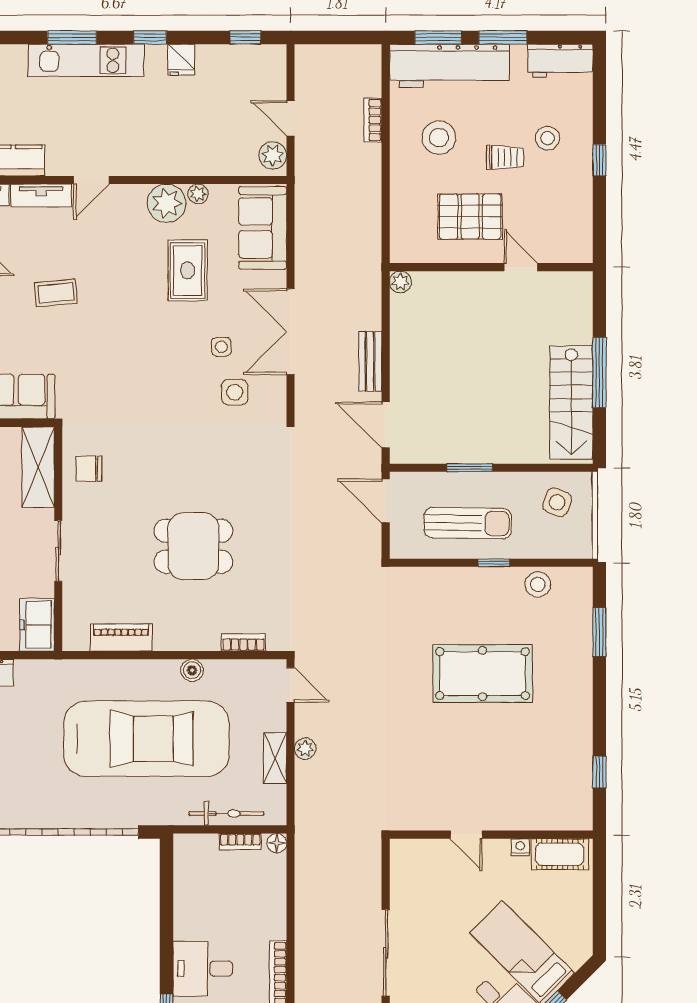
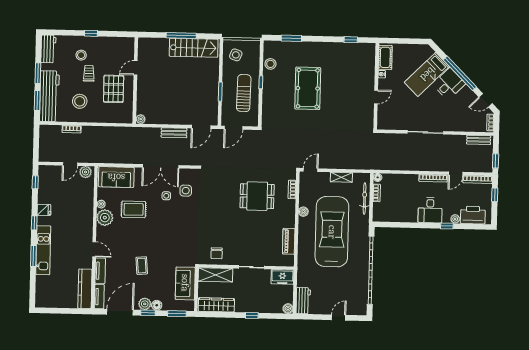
dining table: (193, 546) -> (257, 196), moved, turned 90
plant: (305, 749) -> (338, 164), removed

